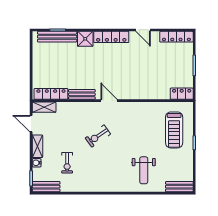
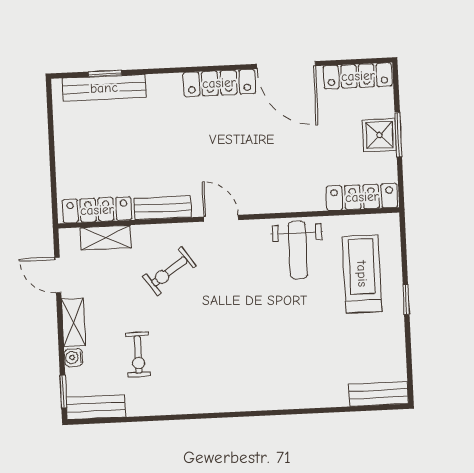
door: (143, 30) -> (286, 65), width x1.87
shower: (85, 39) -> (379, 135), moved
locker: (182, 94) -> (362, 197), width x1.53
shelving: (44, 107) -> (106, 238), moved
treadmill: (174, 130) -> (362, 274), turned 180
exercise bike: (98, 136) -> (169, 271), moved
weight bench: (144, 170) -> (298, 250), moved

